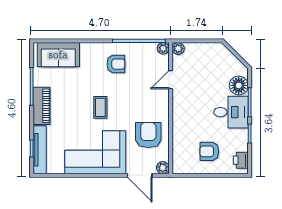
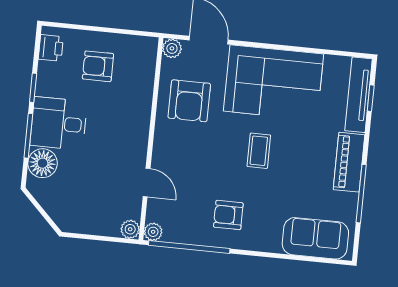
door: (171, 80) -> (147, 183), hinge flipped
armchair: (209, 151) -> (98, 66), turned 180

